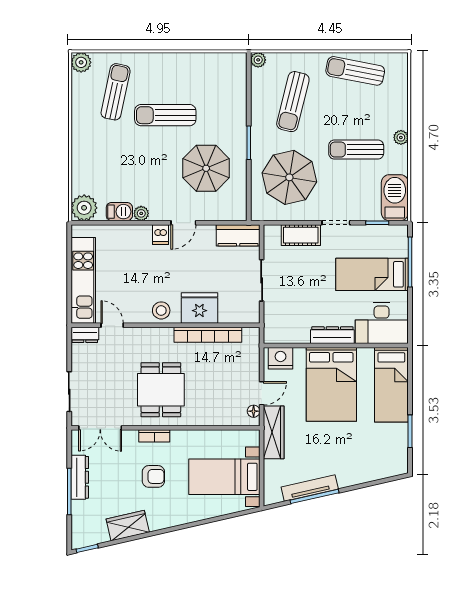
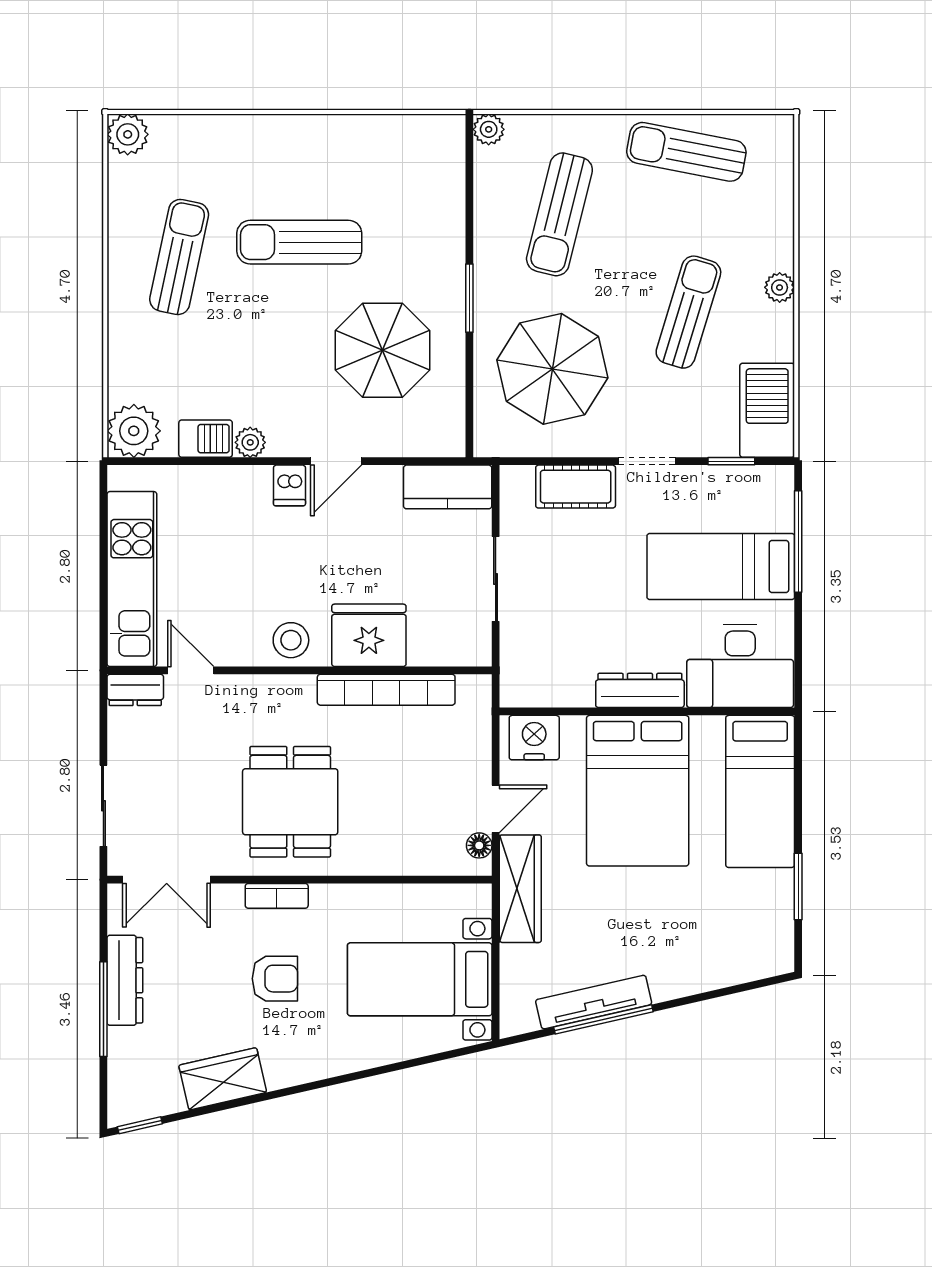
sun lounger: (116, 92) -> (179, 257), moved
sun lounger: (356, 150) -> (688, 312), turned 107

